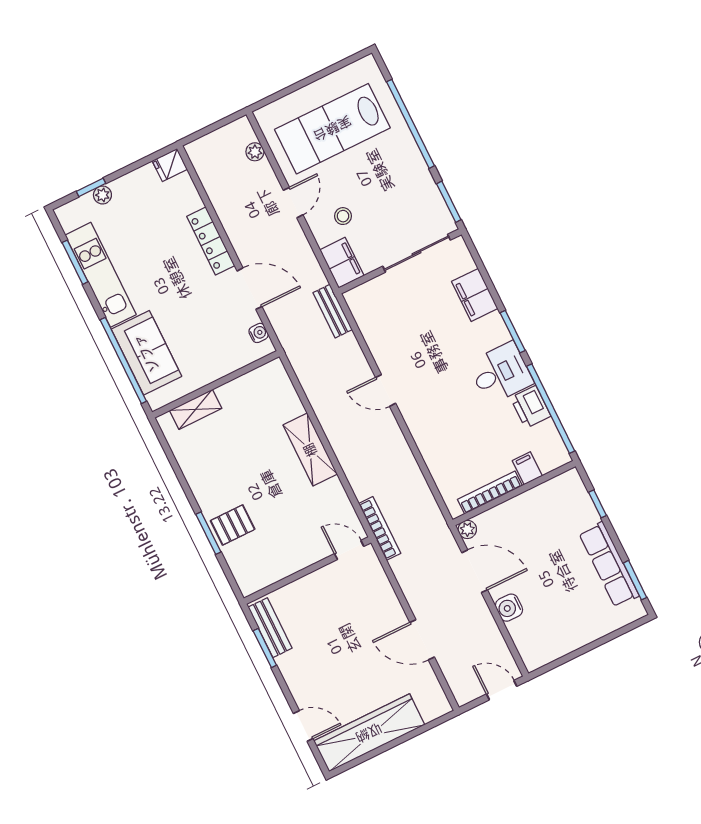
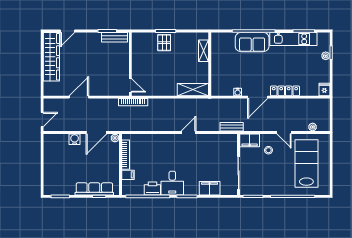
wall: (216, 384) -> (210, 64), moved
shelving: (196, 409) -> (204, 51), moved
shelving: (310, 450) -> (193, 90), moved
door: (349, 550) -> (130, 85), hinge flipped
row of seats: (609, 564) -> (94, 189), moved

